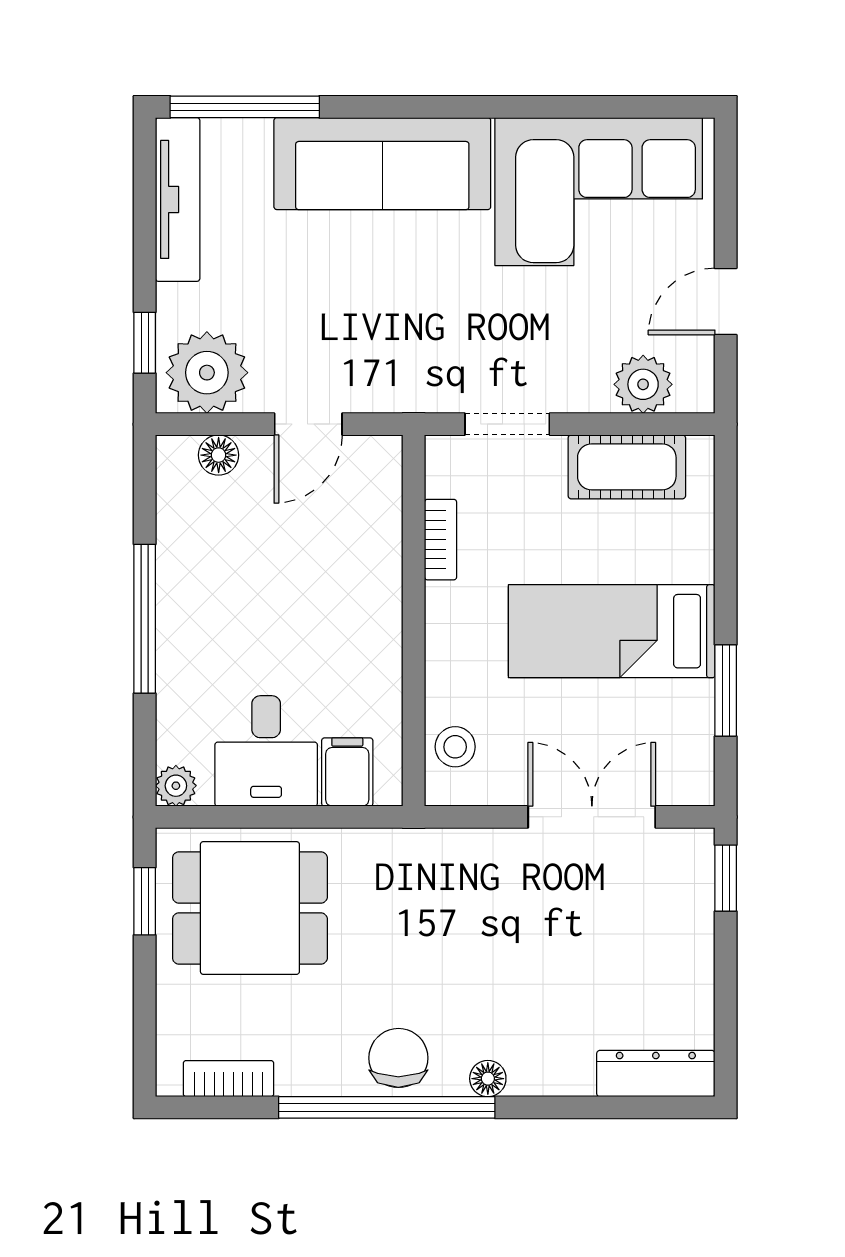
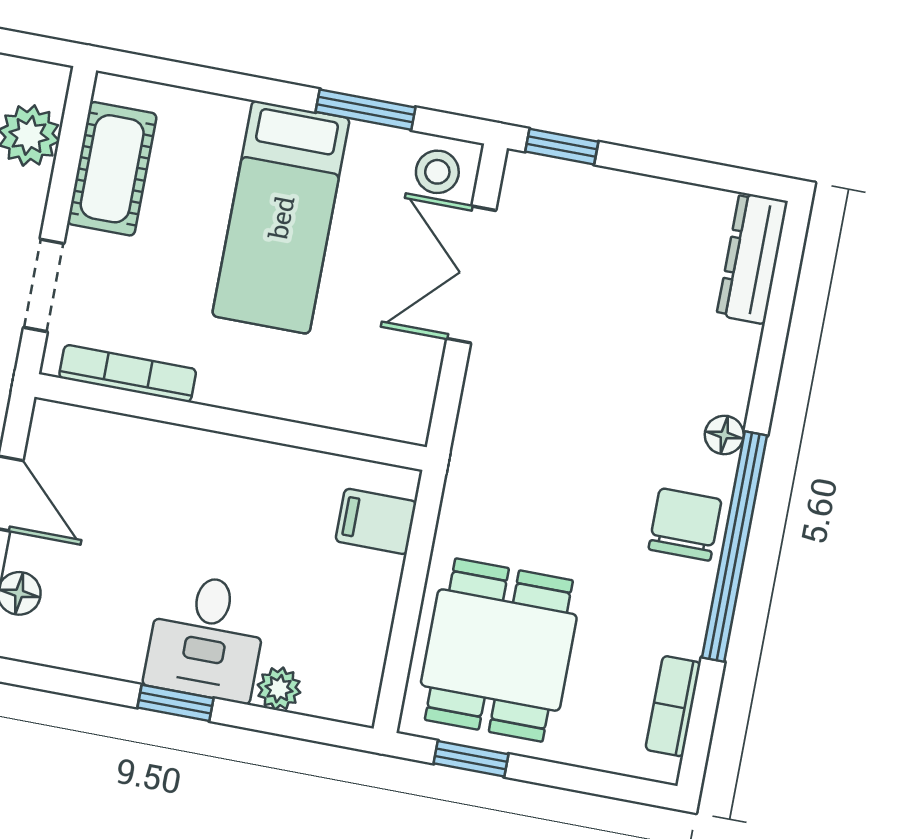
bookcase: (441, 540) -> (128, 373), width x1.56
window: (145, 619) -> (176, 703), width x0.46
stool: (455, 747) -> (437, 172), moved
desk: (266, 751) -> (206, 637), moved, turned 90
plant: (176, 786) -> (279, 689), moved
chair: (398, 1058) -> (685, 524), turned 90

